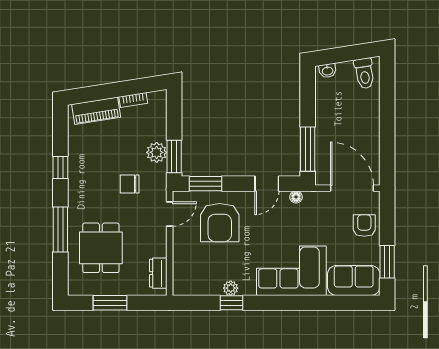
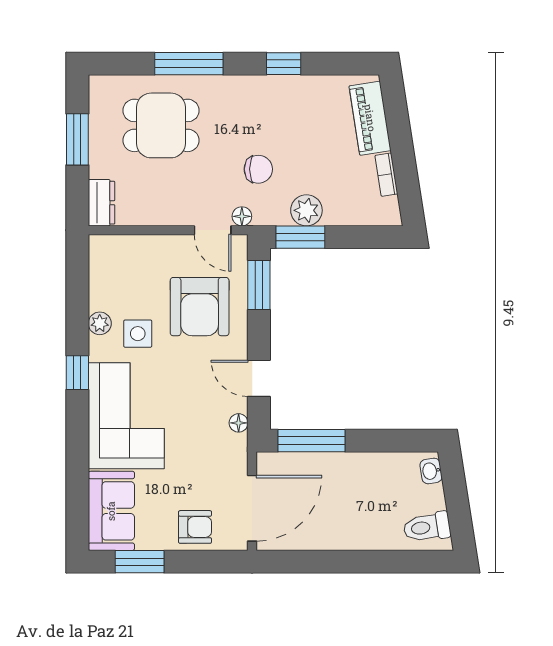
chair: (130, 184) -> (258, 169), turned 90
floor lamp: (161, 195) -> (242, 216), added
armchair: (220, 223) -> (200, 307), turned -90
side table: (237, 263) -> (138, 334), added
dresser: (158, 273) -> (101, 203), moved, turned 90
window: (232, 303) -> (77, 373), moved

